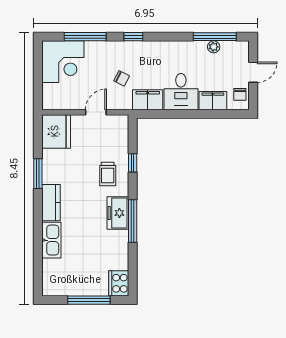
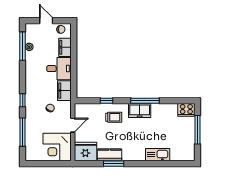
corner desk: (63, 62) -> (57, 147), moved, turned 180
door: (96, 112) -> (73, 125), swing flipped
kitchen counter: (51, 203) -> (110, 155), moved

